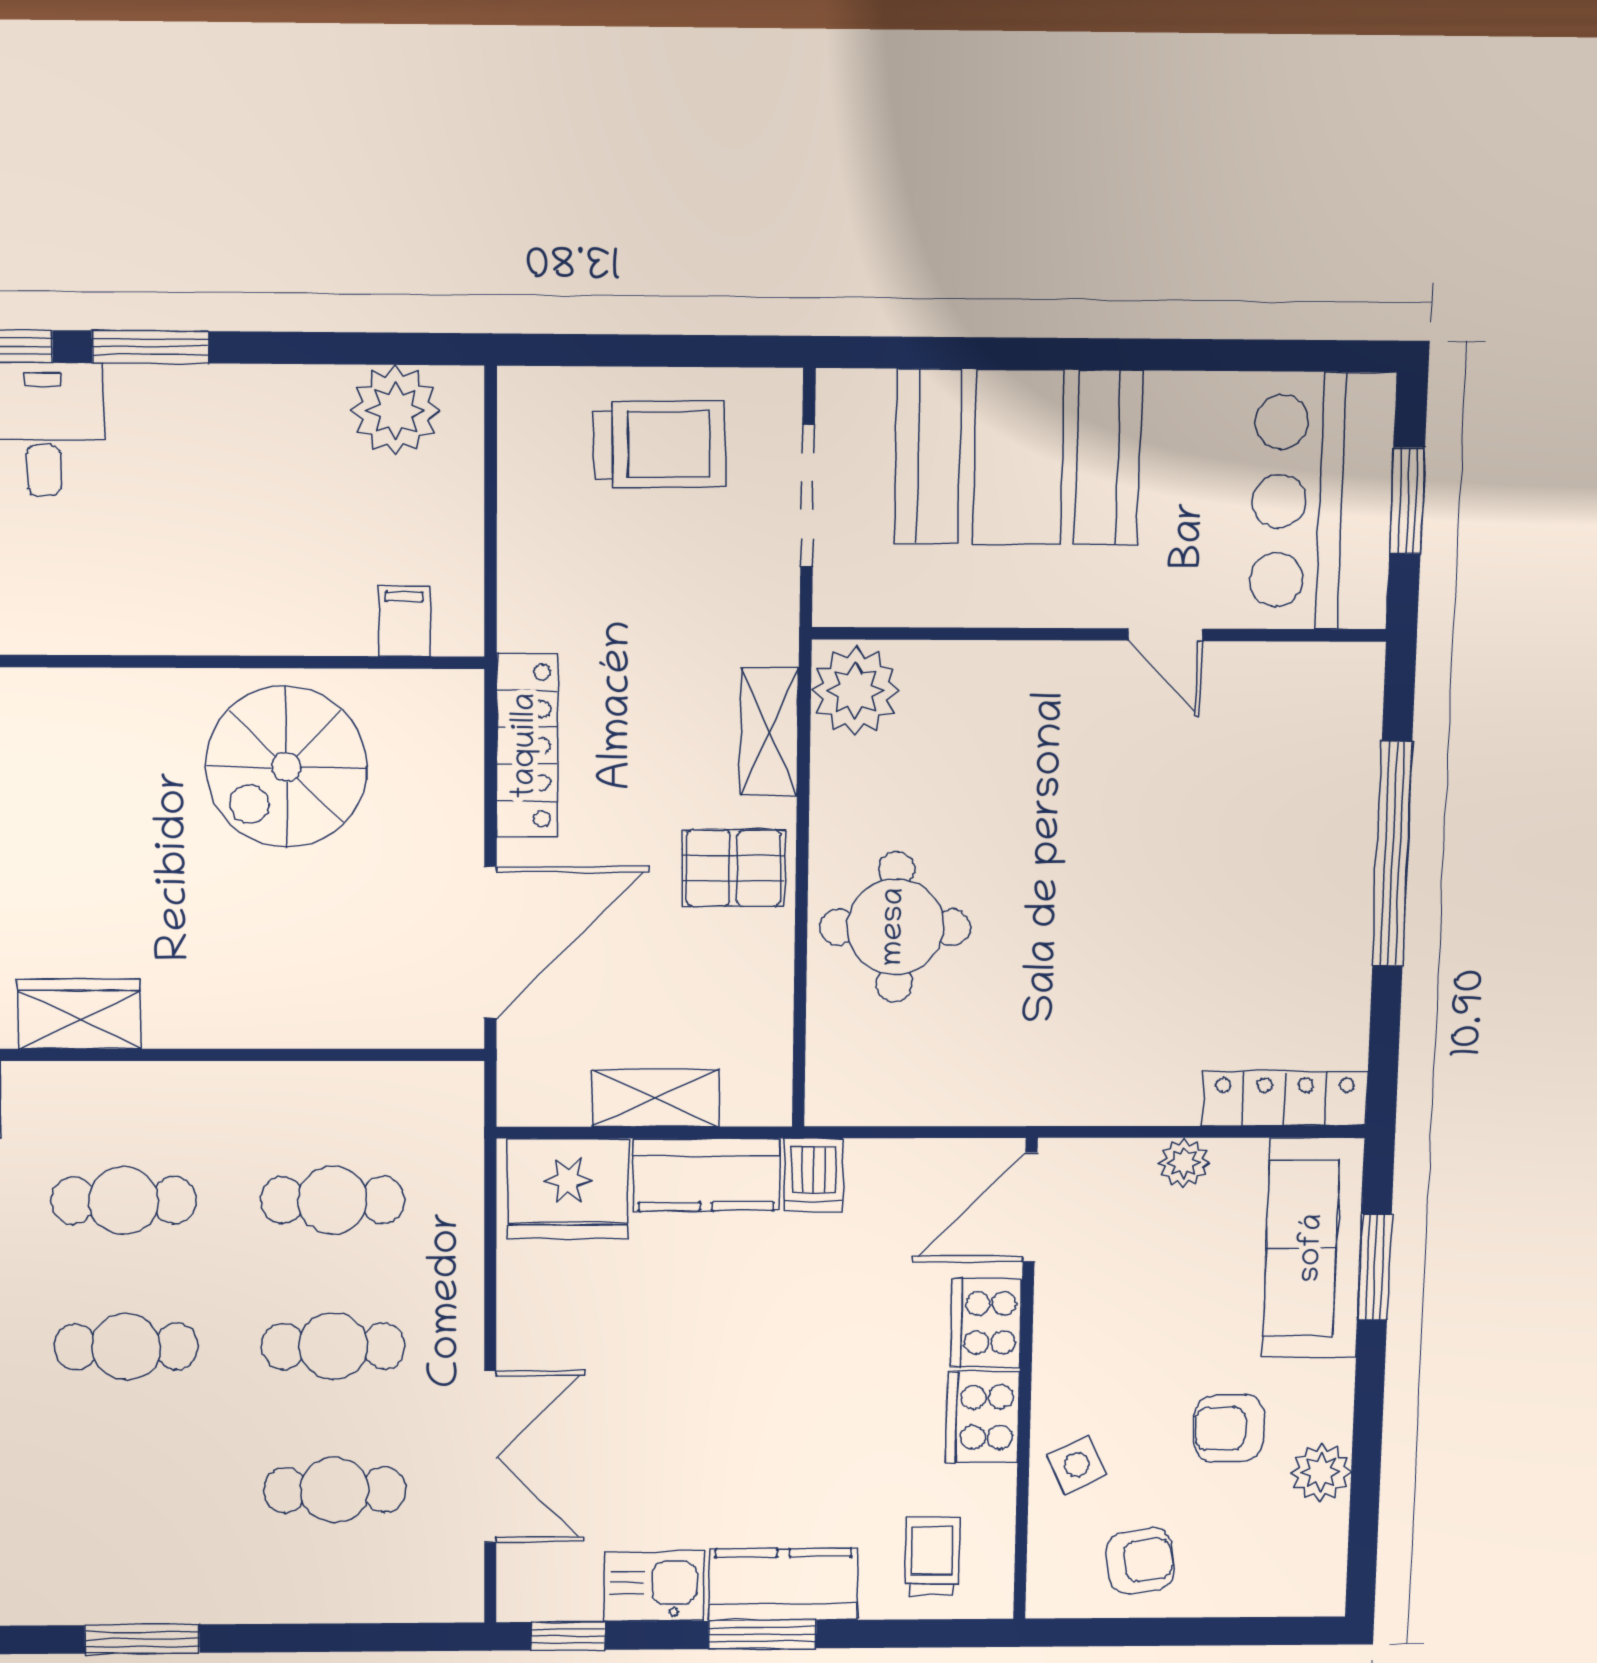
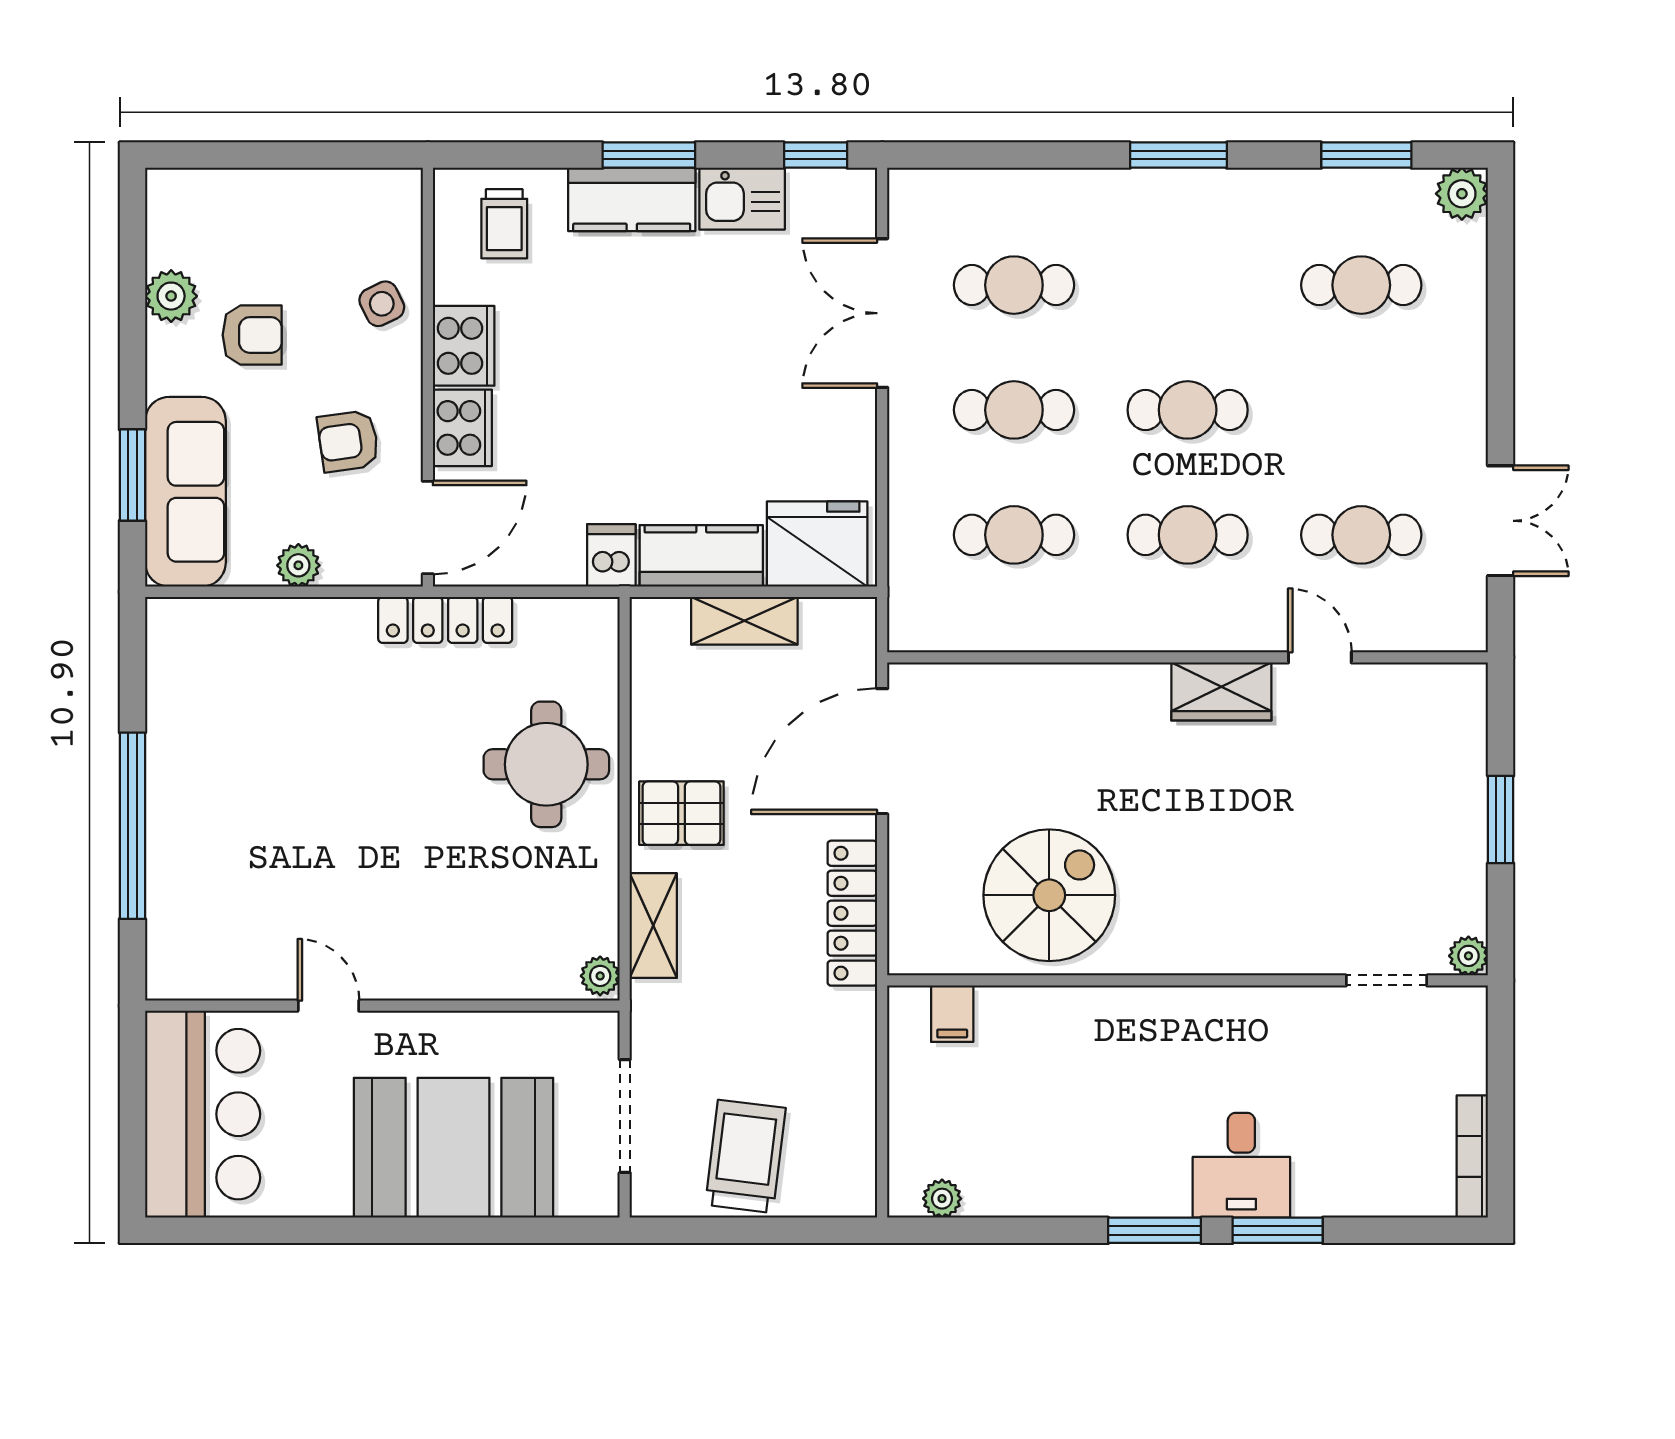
plant: (395, 410) -> (942, 1199), width x0.53, depth x0.53
trolley: (660, 444) -> (745, 1156), turned 98
window: (1407, 501) -> (132, 1115), removed
plant: (855, 691) -> (600, 976), width x0.53, depth x0.53
locker: (1285, 1099) -> (445, 620), moved
armchair: (1140, 1561) -> (348, 441), moved

